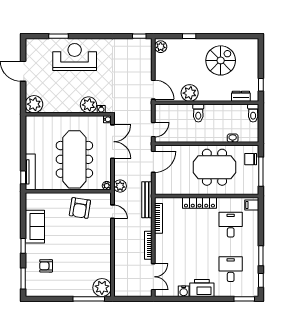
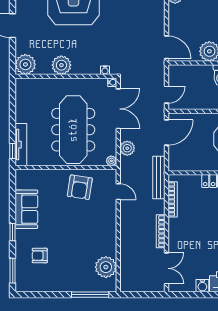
plant: (88, 105) -> (61, 65), moved
plant: (120, 186) -> (127, 148), moved
plant: (102, 288) -> (106, 267), moved

